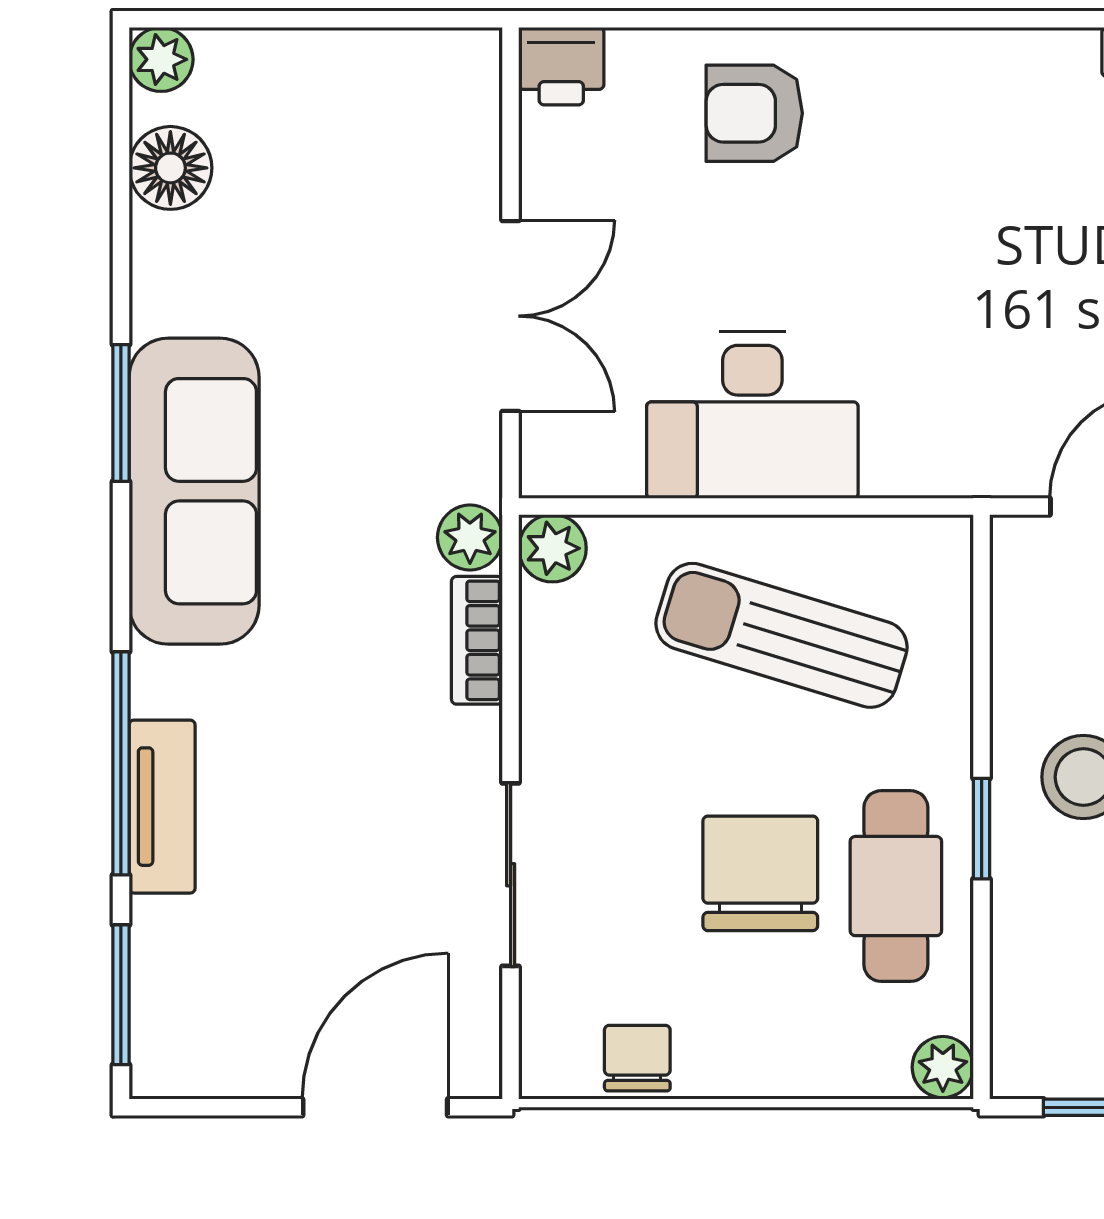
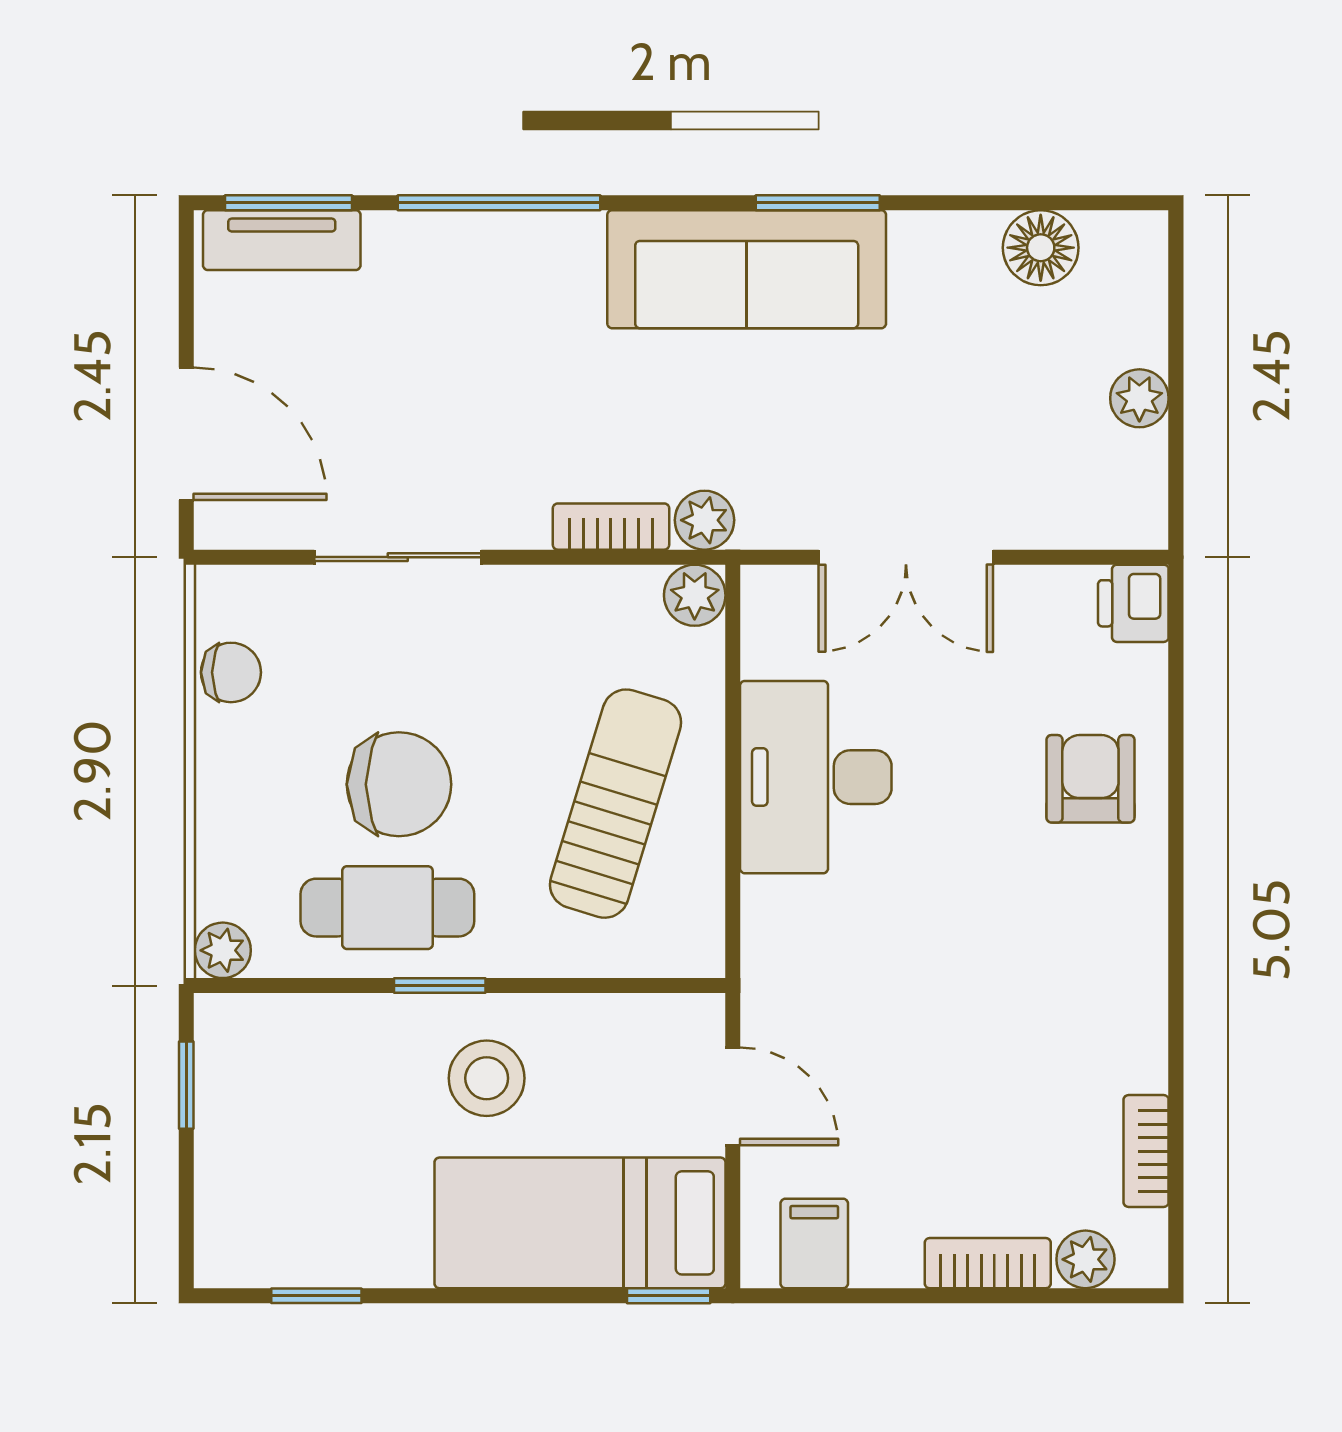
plant: (161, 59) -> (1139, 398), moved
tv unit: (162, 807) -> (282, 240), moved

